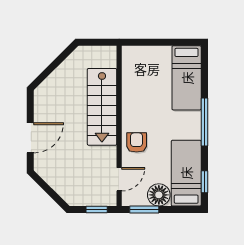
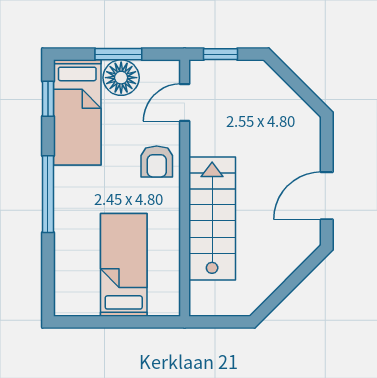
bed: (187, 78) -> (124, 265), moved
door: (30, 138) -> (327, 196), moved
window: (144, 210) -> (118, 54), moved

